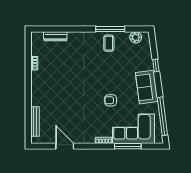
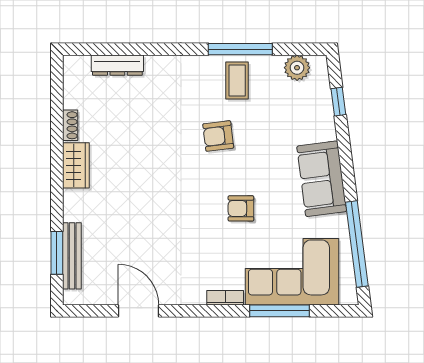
window: (156, 66) -> (338, 102), moved
armchair: (100, 68) -> (218, 136), added
wardrobe: (37, 81) -> (76, 165), added
window: (28, 120) -> (57, 253), added

